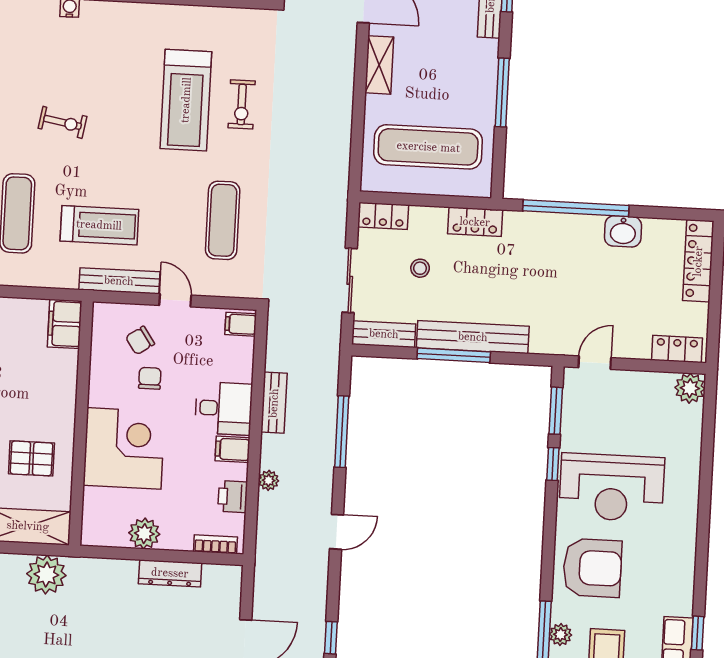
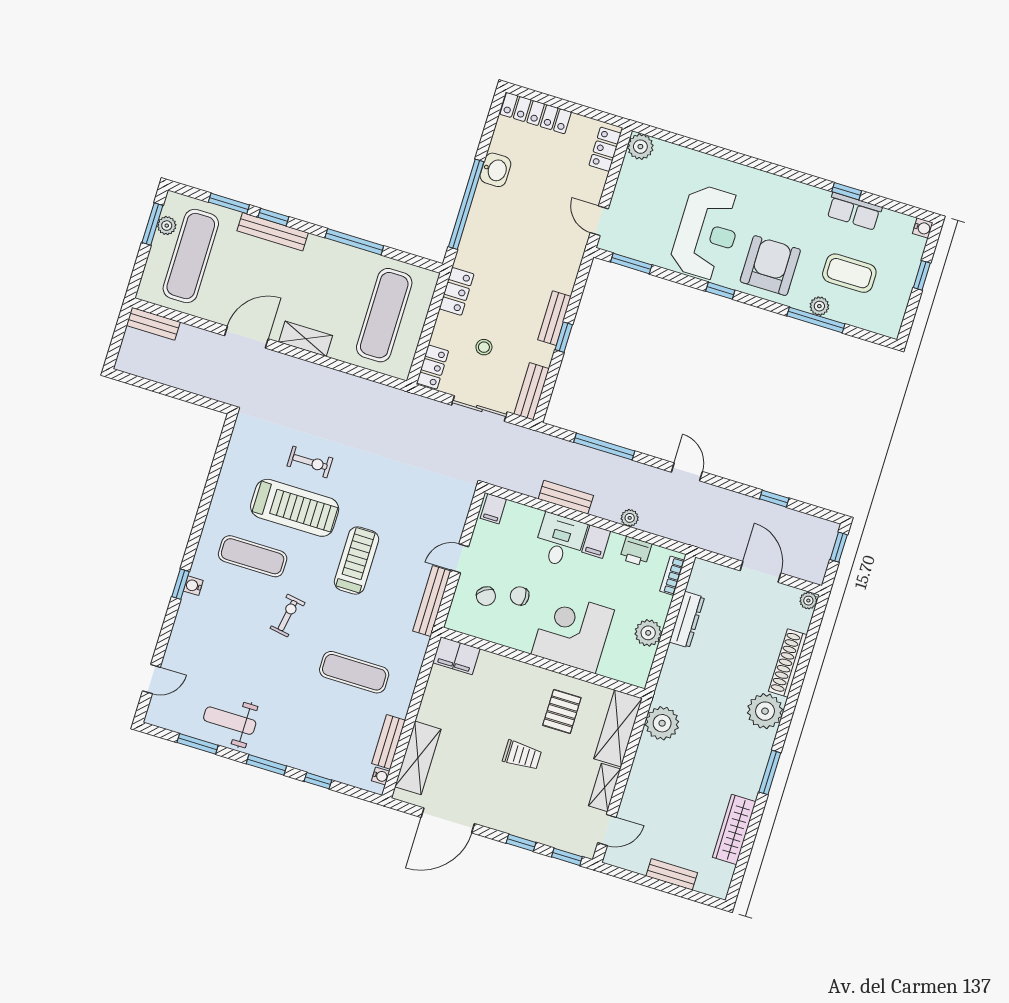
exercise mat: (223, 220) -> (253, 556), moved
treadmill: (99, 225) -> (356, 561), moved
bench: (473, 337) -> (554, 318), width x0.54, depth x0.82
window: (454, 355) -> (564, 337), width x0.46
window: (553, 464) -> (720, 291), moved

